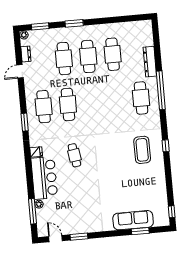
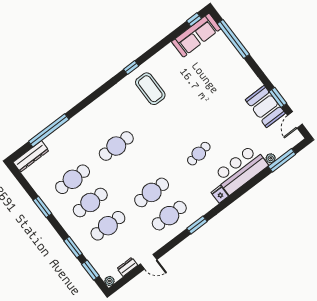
window: (107, 20) -> (42, 207), added
window: (74, 23) -> (73, 247), moved
dresser: (150, 62) -> (31, 156), moved
window: (161, 90) -> (49, 130), moved
cafe table: (141, 98) -> (116, 146), moved
coffee table: (142, 150) -> (150, 89), turned 90
sofa: (133, 220) -> (196, 35), moved, turned -90
booth: (78, 224) -> (265, 107), added
window: (140, 231) -> (233, 39), width x2.11

